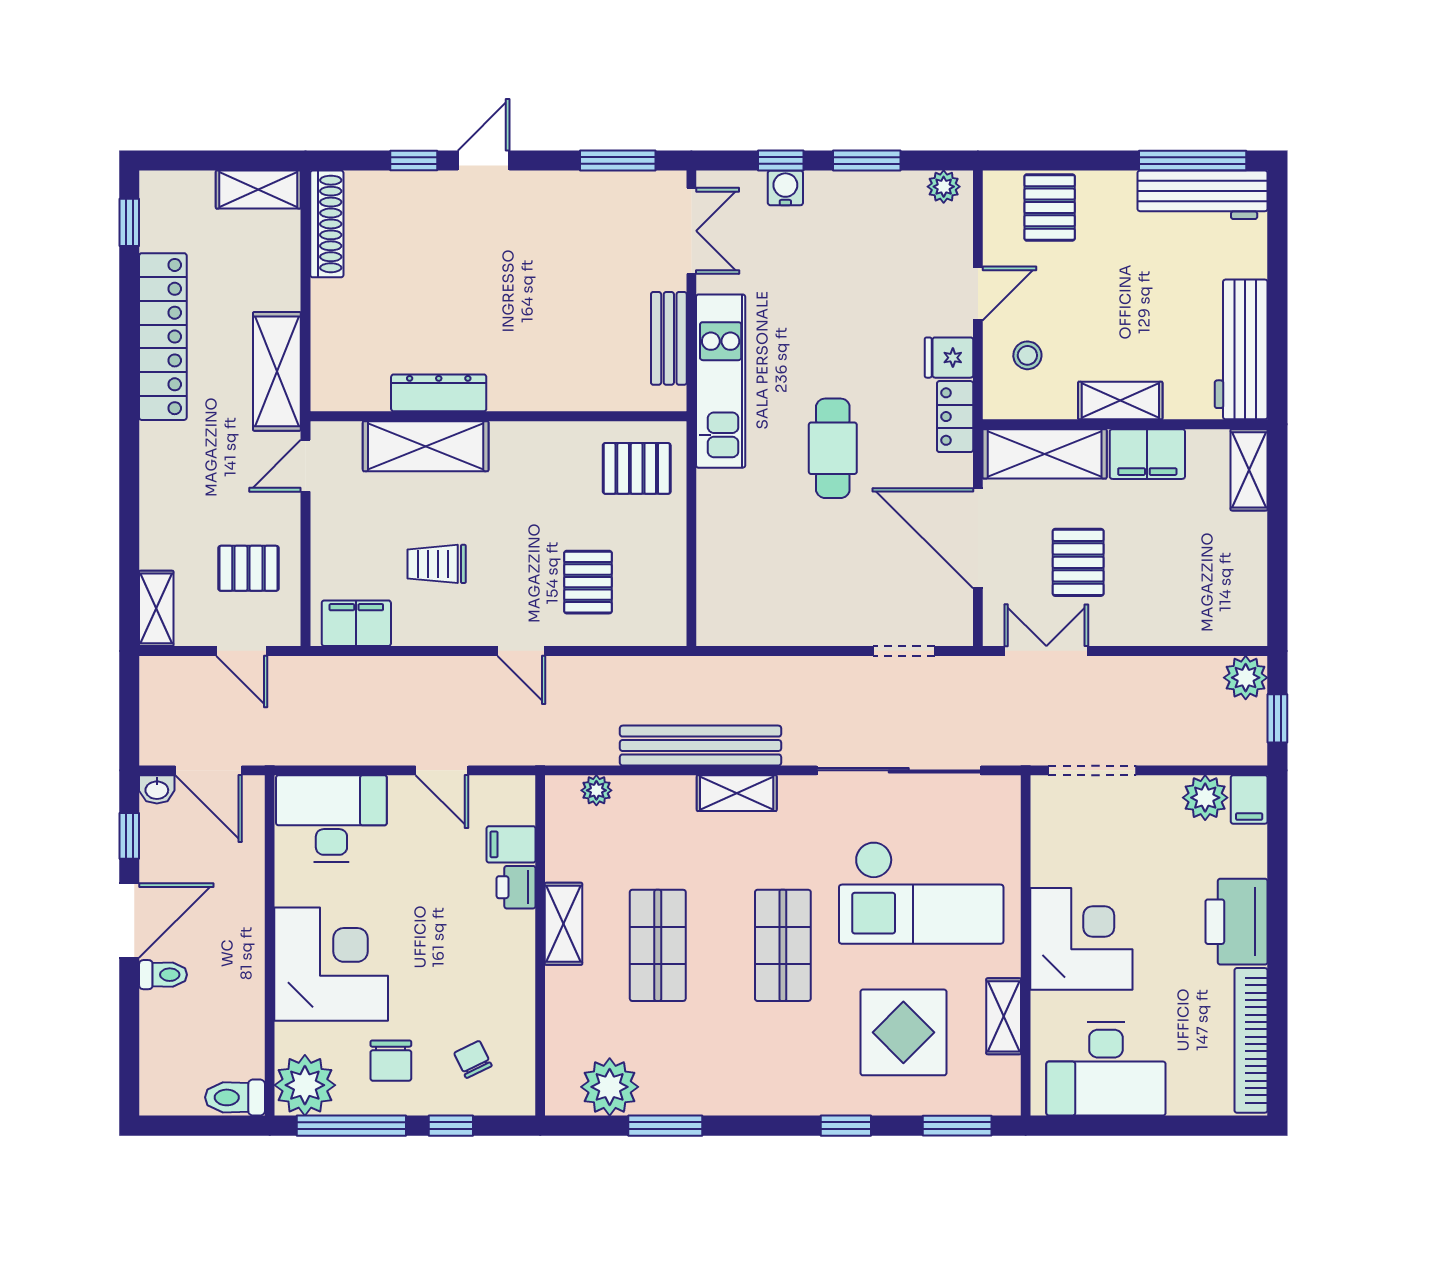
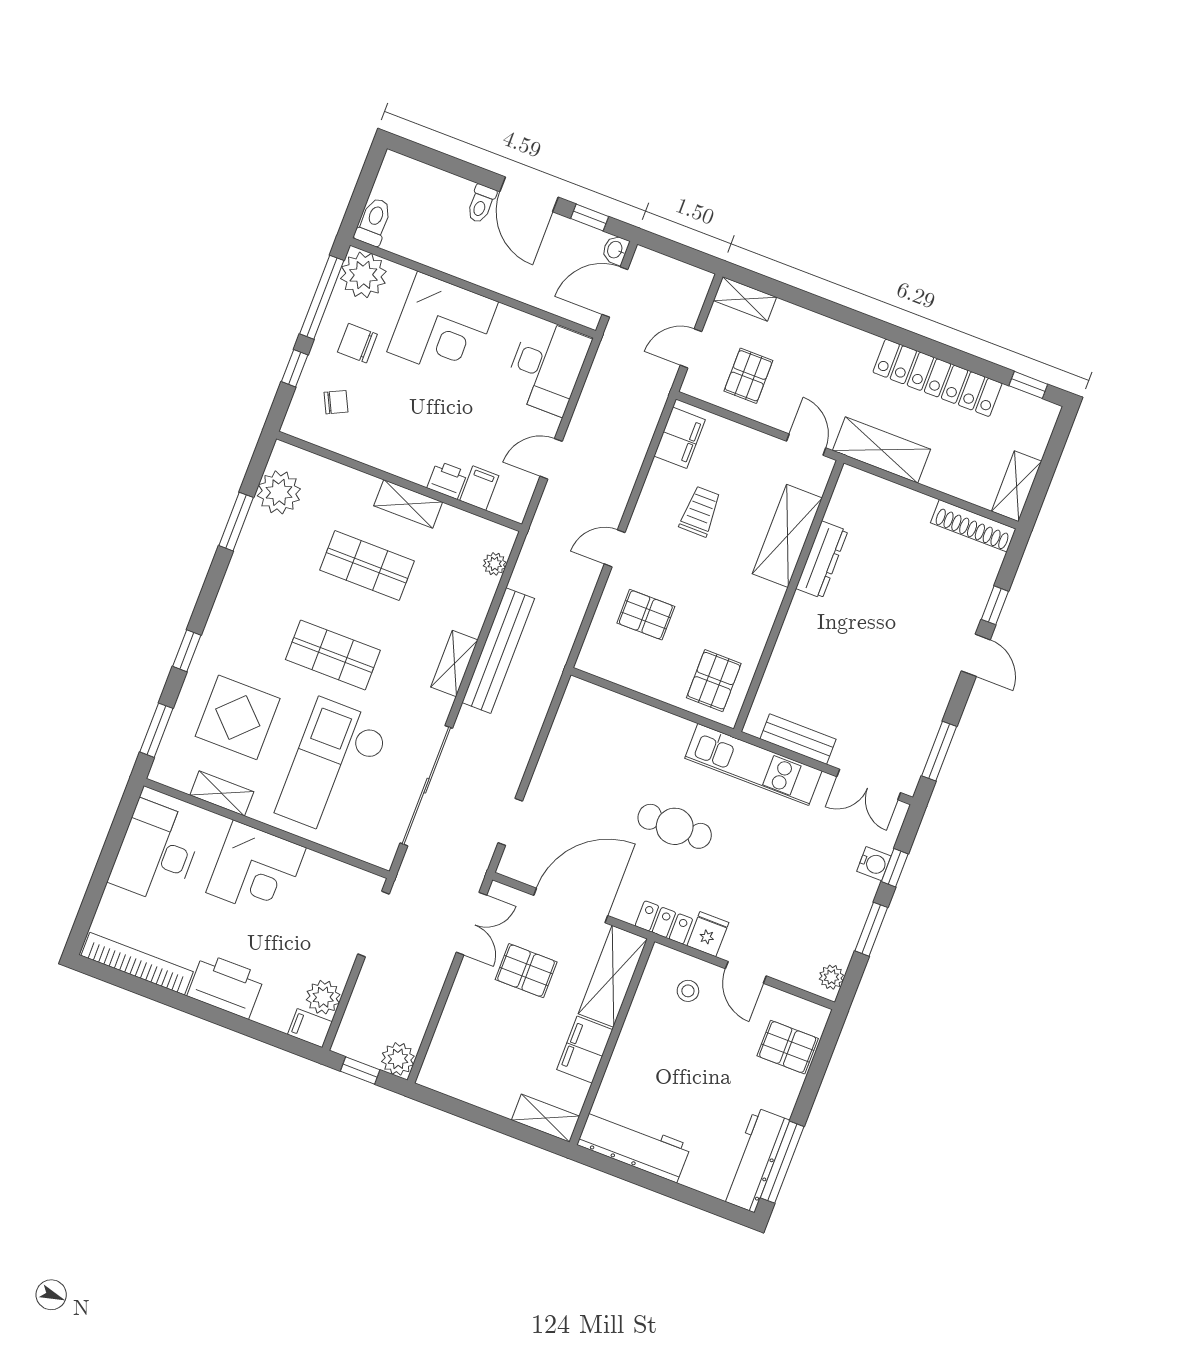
shelving: (1120, 401) -> (630, 1045), removed

